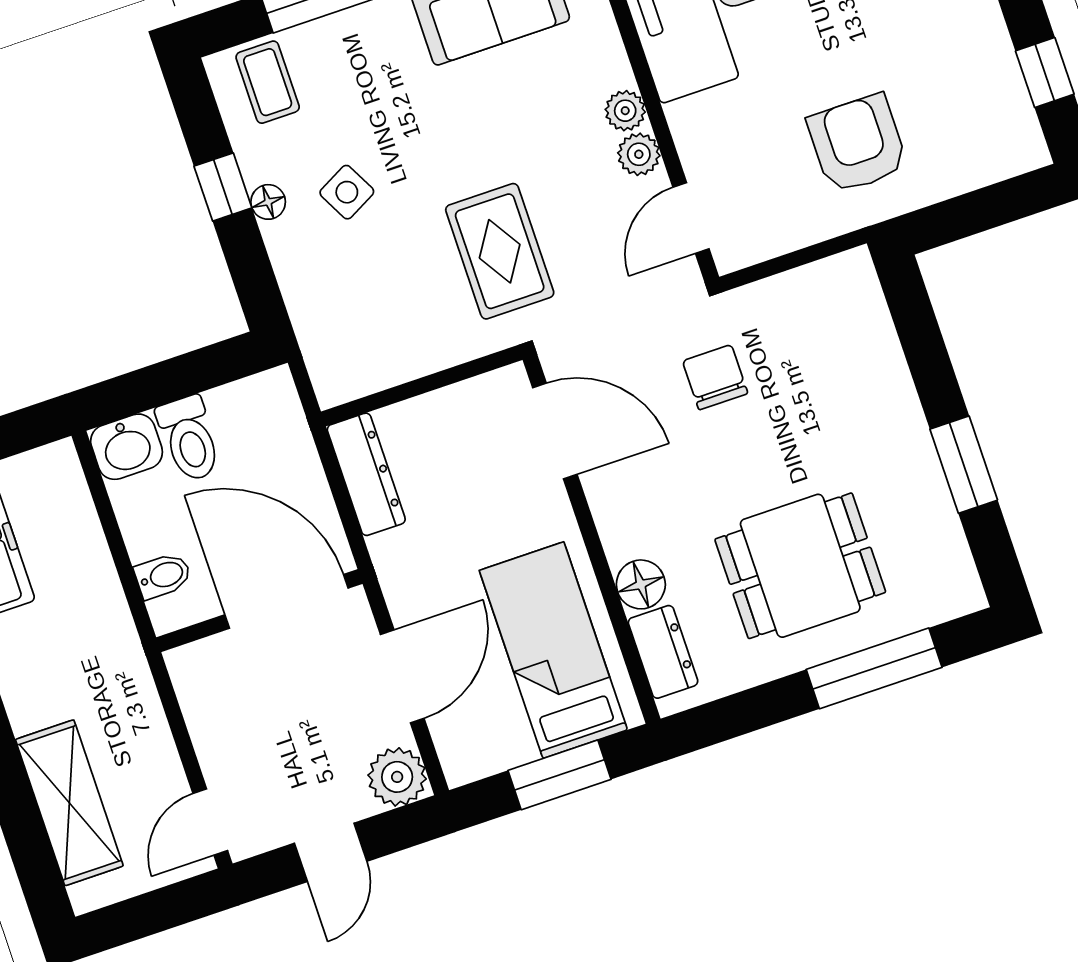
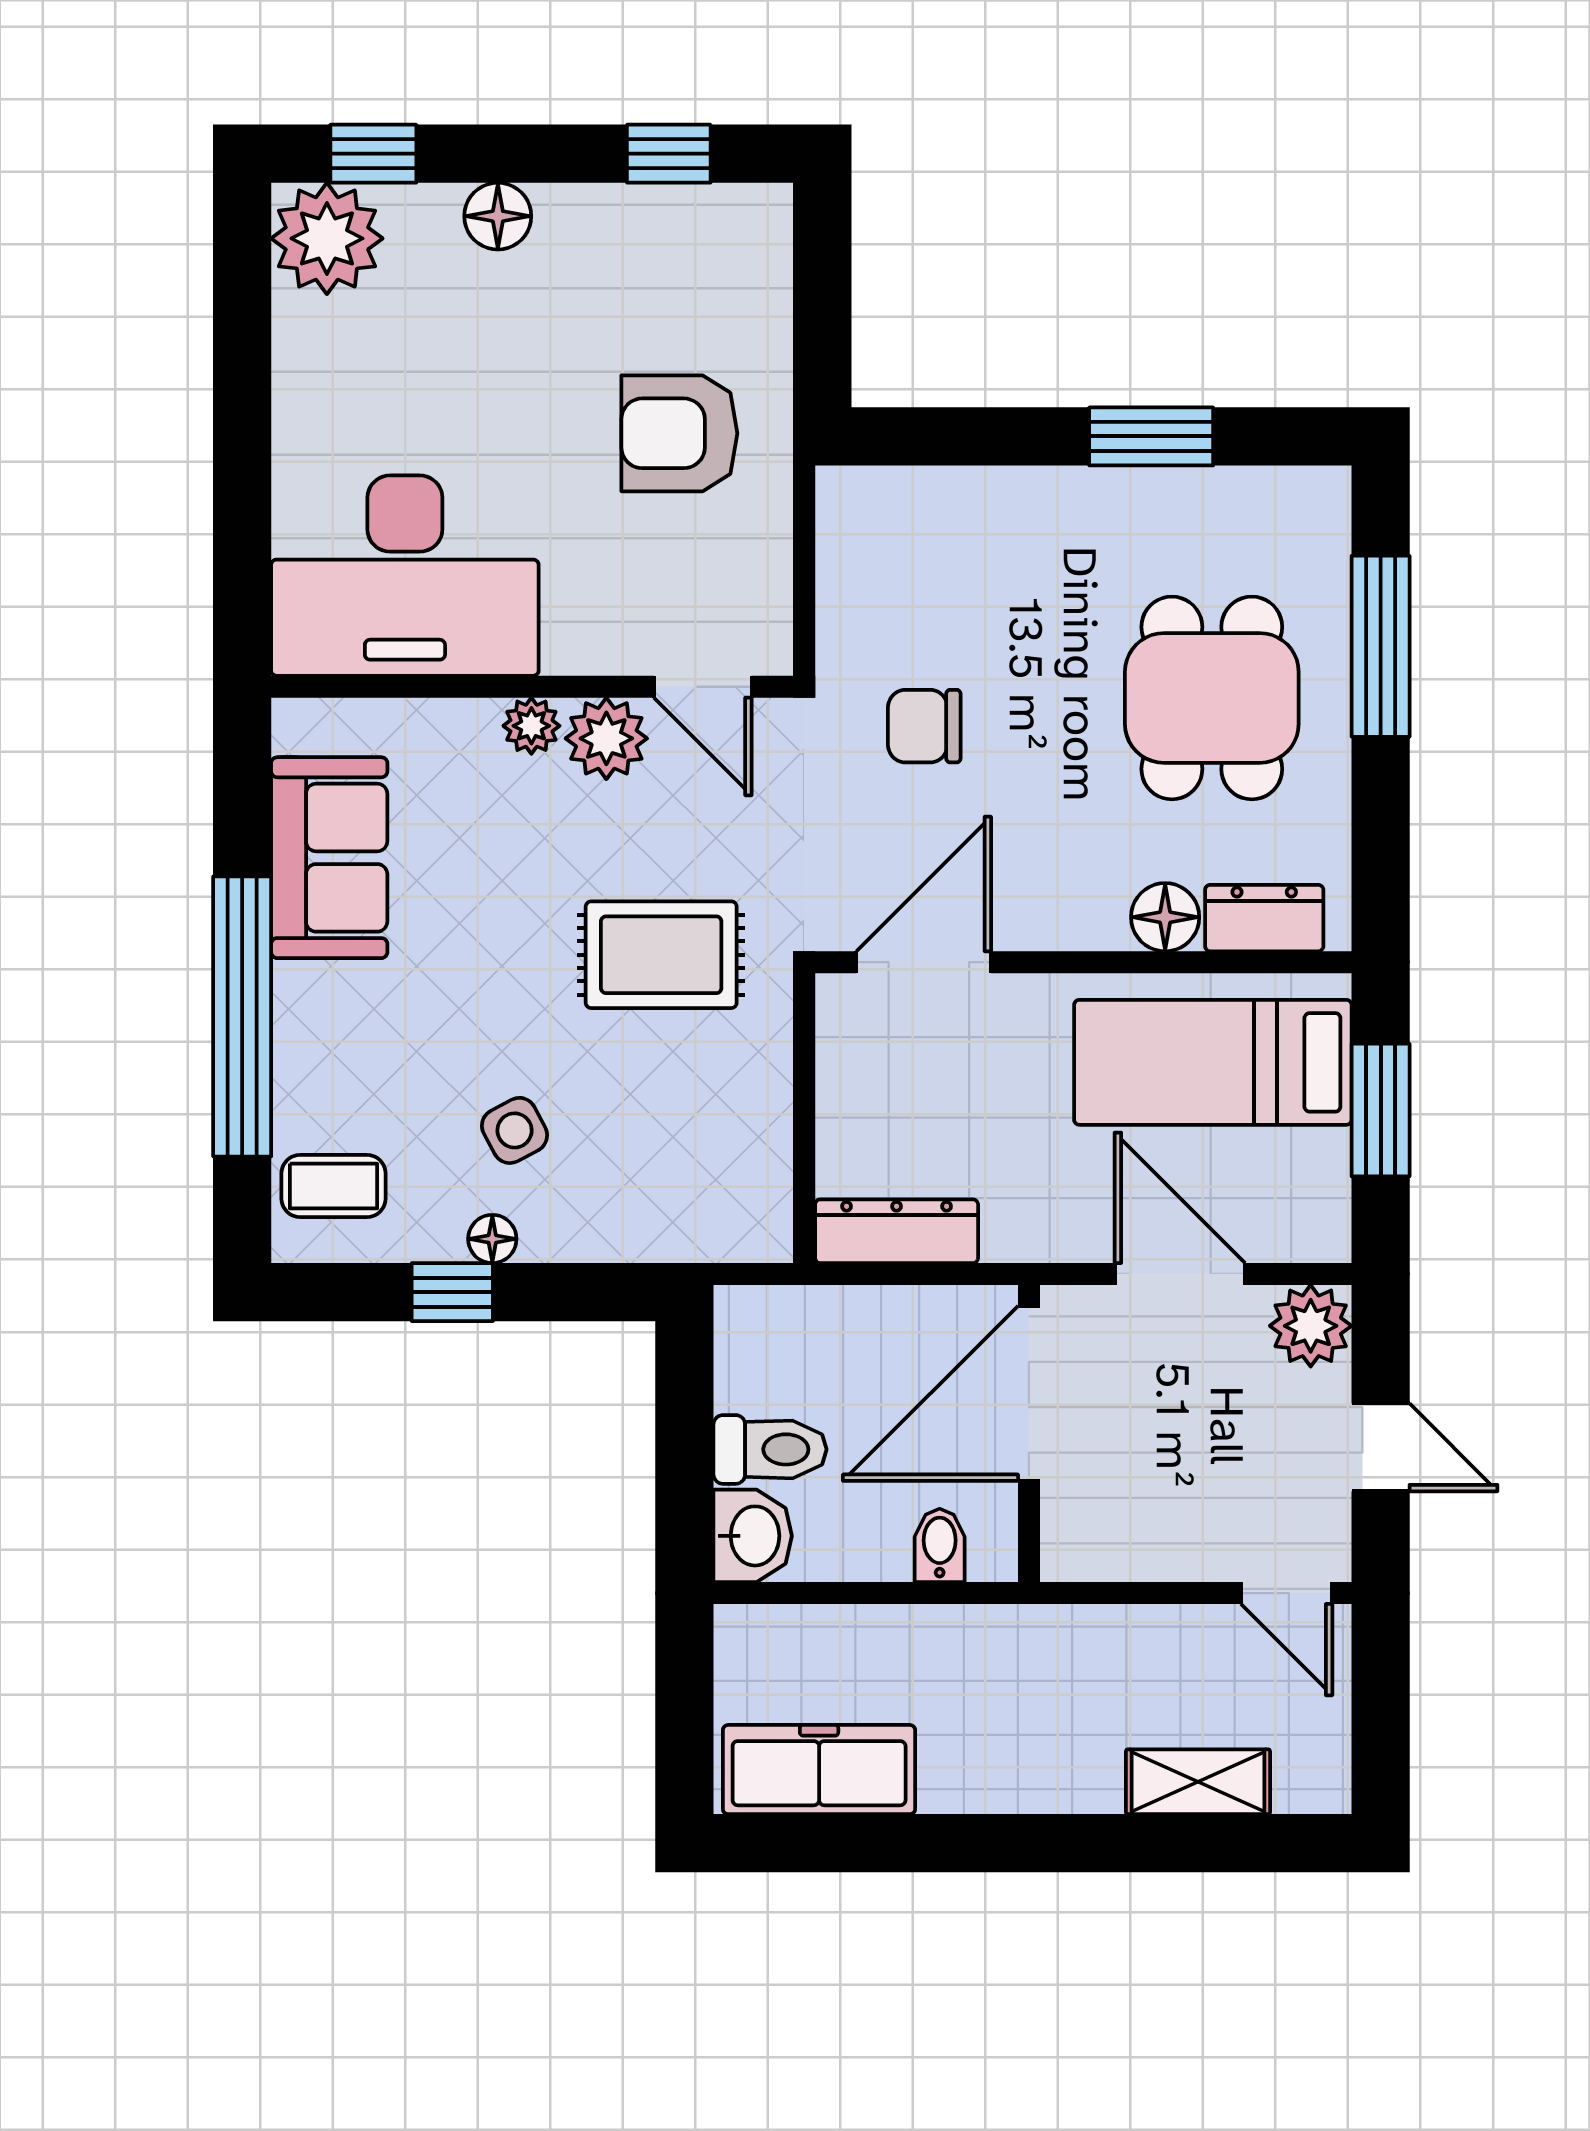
plant: (639, 154) -> (606, 738), width x1.38, depth x1.38
shelving: (69, 803) -> (1198, 1782), width x0.67, depth x0.75

